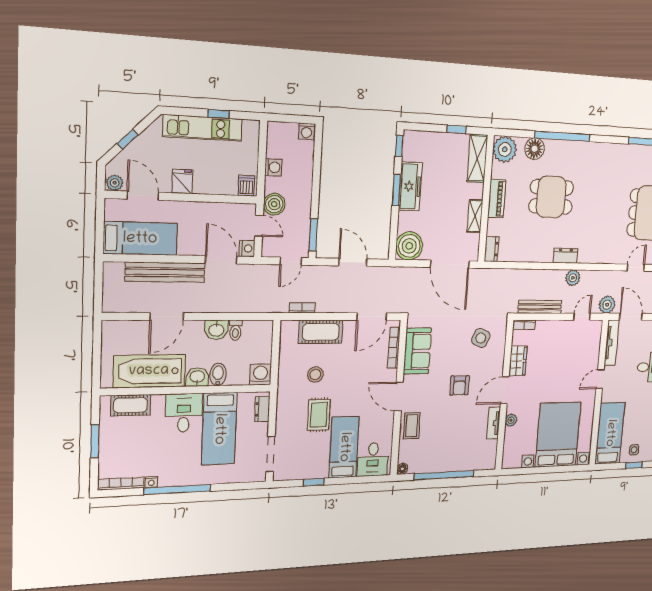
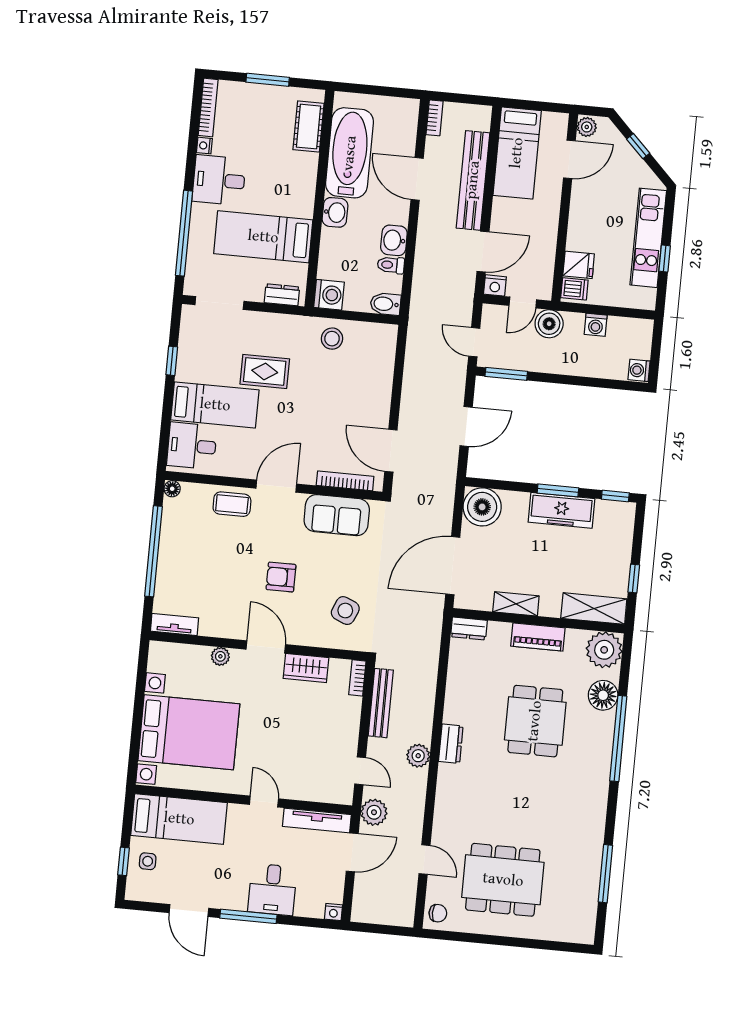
fridge: (182, 181) -> (579, 265), moved
bookcase: (302, 308) -> (435, 118), moved
cot: (321, 332) -> (377, 379), removed
stool: (315, 374) -> (332, 339), moved
bidet: (218, 375) -> (385, 304), moved, turned 180
desk: (184, 413) -> (219, 180), moved, turned 180
tv unit: (494, 423) -> (175, 625), moved
window: (177, 490) -> (184, 233), moved

